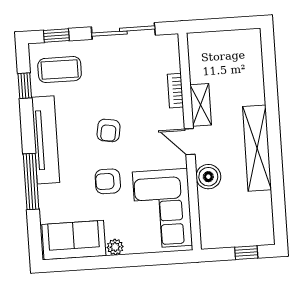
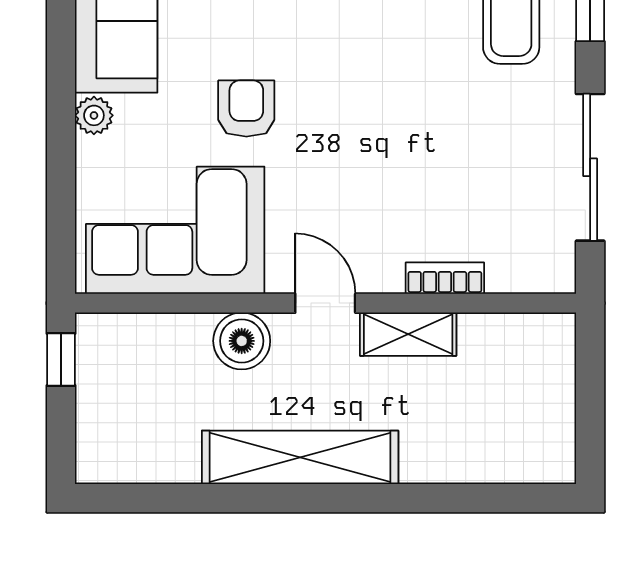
armchair: (109, 130) -> (363, 118), removed
door: (190, 142) -> (325, 303), hinge flipped
window: (246, 253) -> (61, 360), moved

